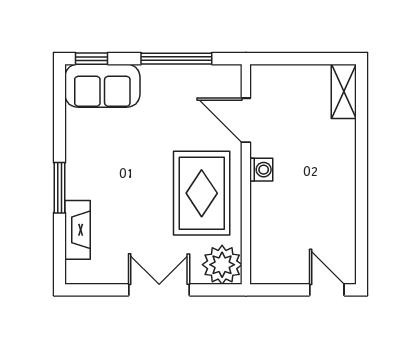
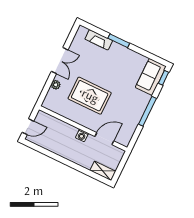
door: (246, 120) -> (104, 139), moved
washing machine: (261, 170) -> (82, 135), moved
wall: (246, 174) -> (83, 128), moved
plant: (222, 265) -> (56, 85), width x0.53, depth x0.53

